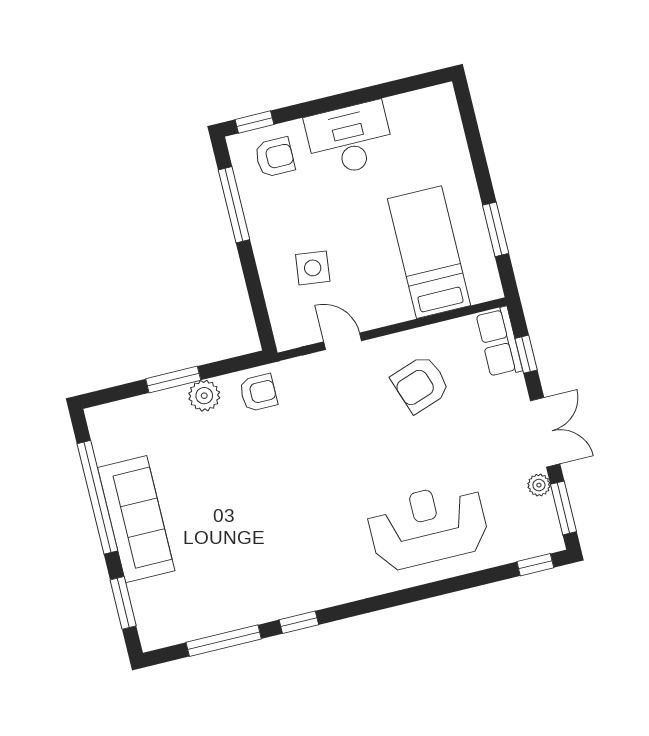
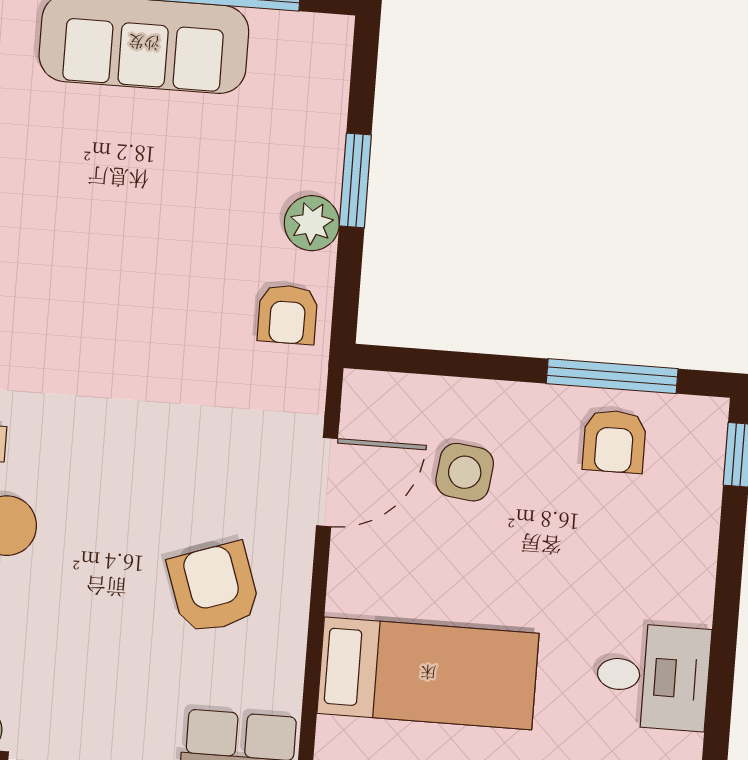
desk: (350, 139) -> (653, 677), moved, width x0.73
armchair: (275, 157) -> (614, 441), moved
door: (343, 341) -> (327, 482), width x1.38

